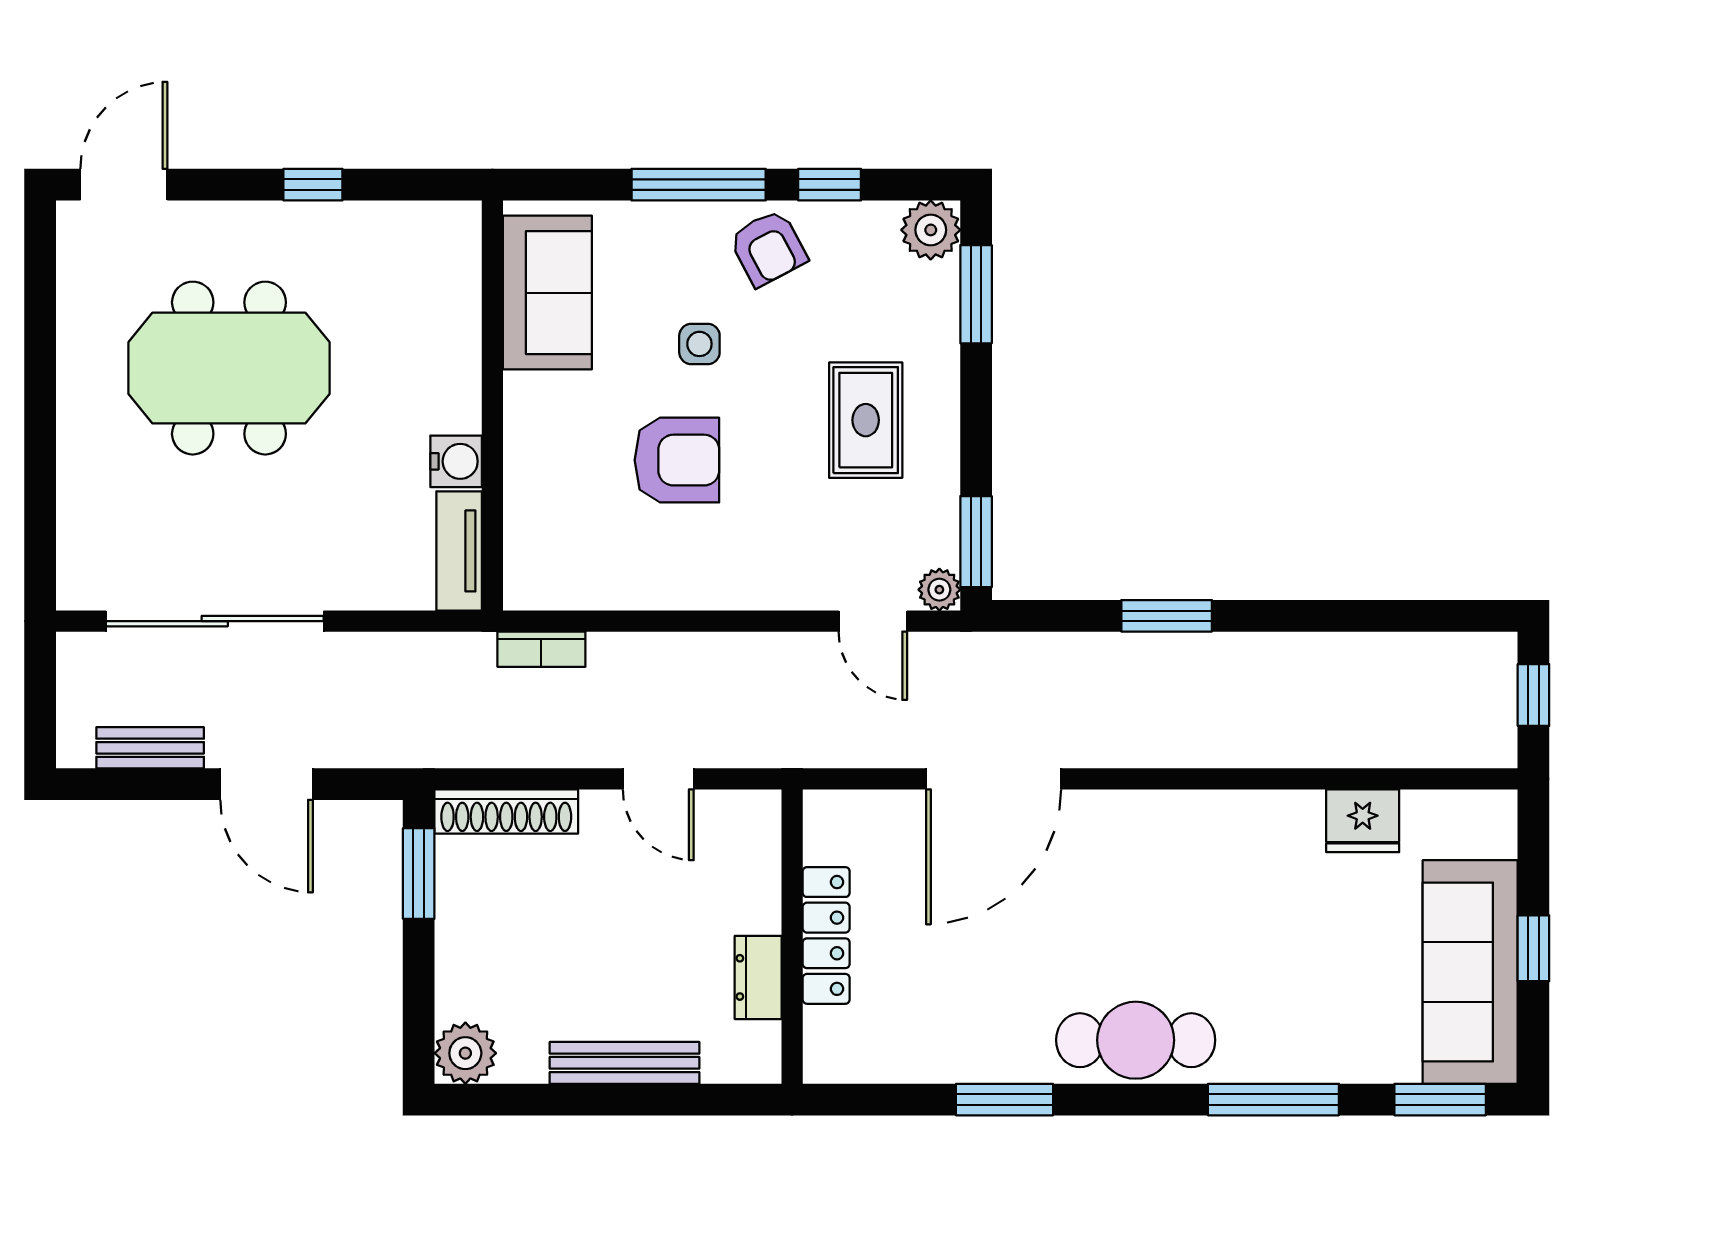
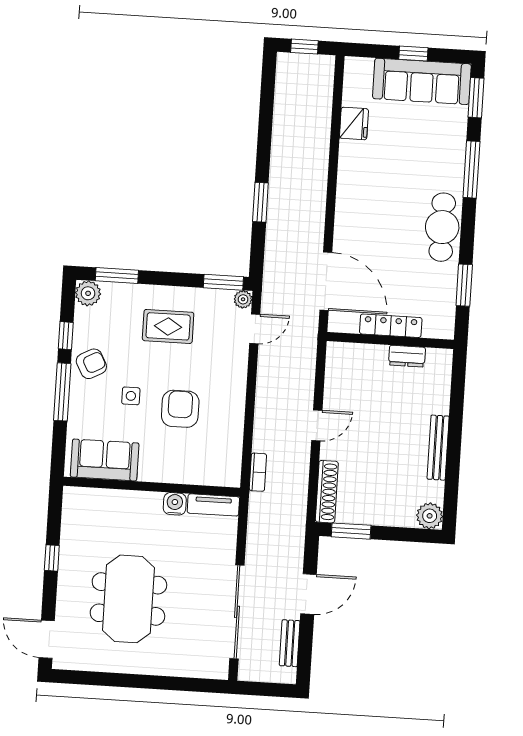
locker: (826, 935) -> (391, 326), moved
wall: (792, 937) -> (390, 340), moved
dresser: (758, 977) -> (407, 356), moved

